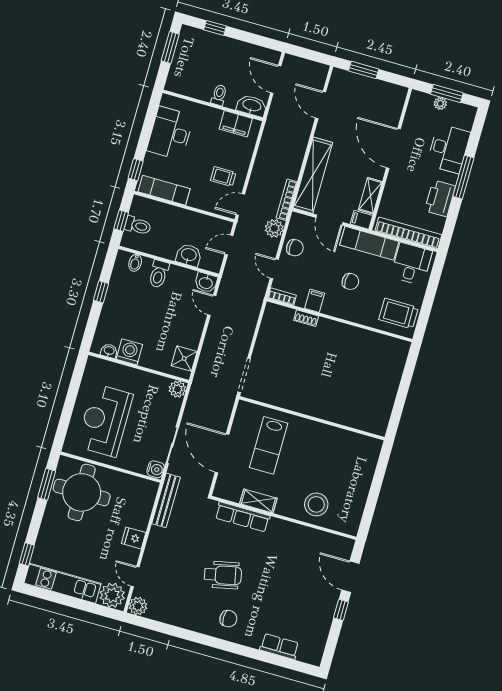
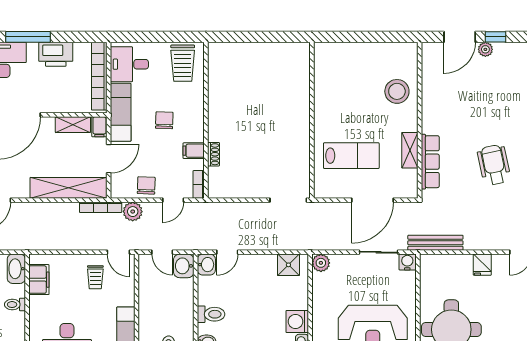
washbasin: (189, 255) -> (184, 266), moved
plant: (332, 597) -> (485, 49), added

